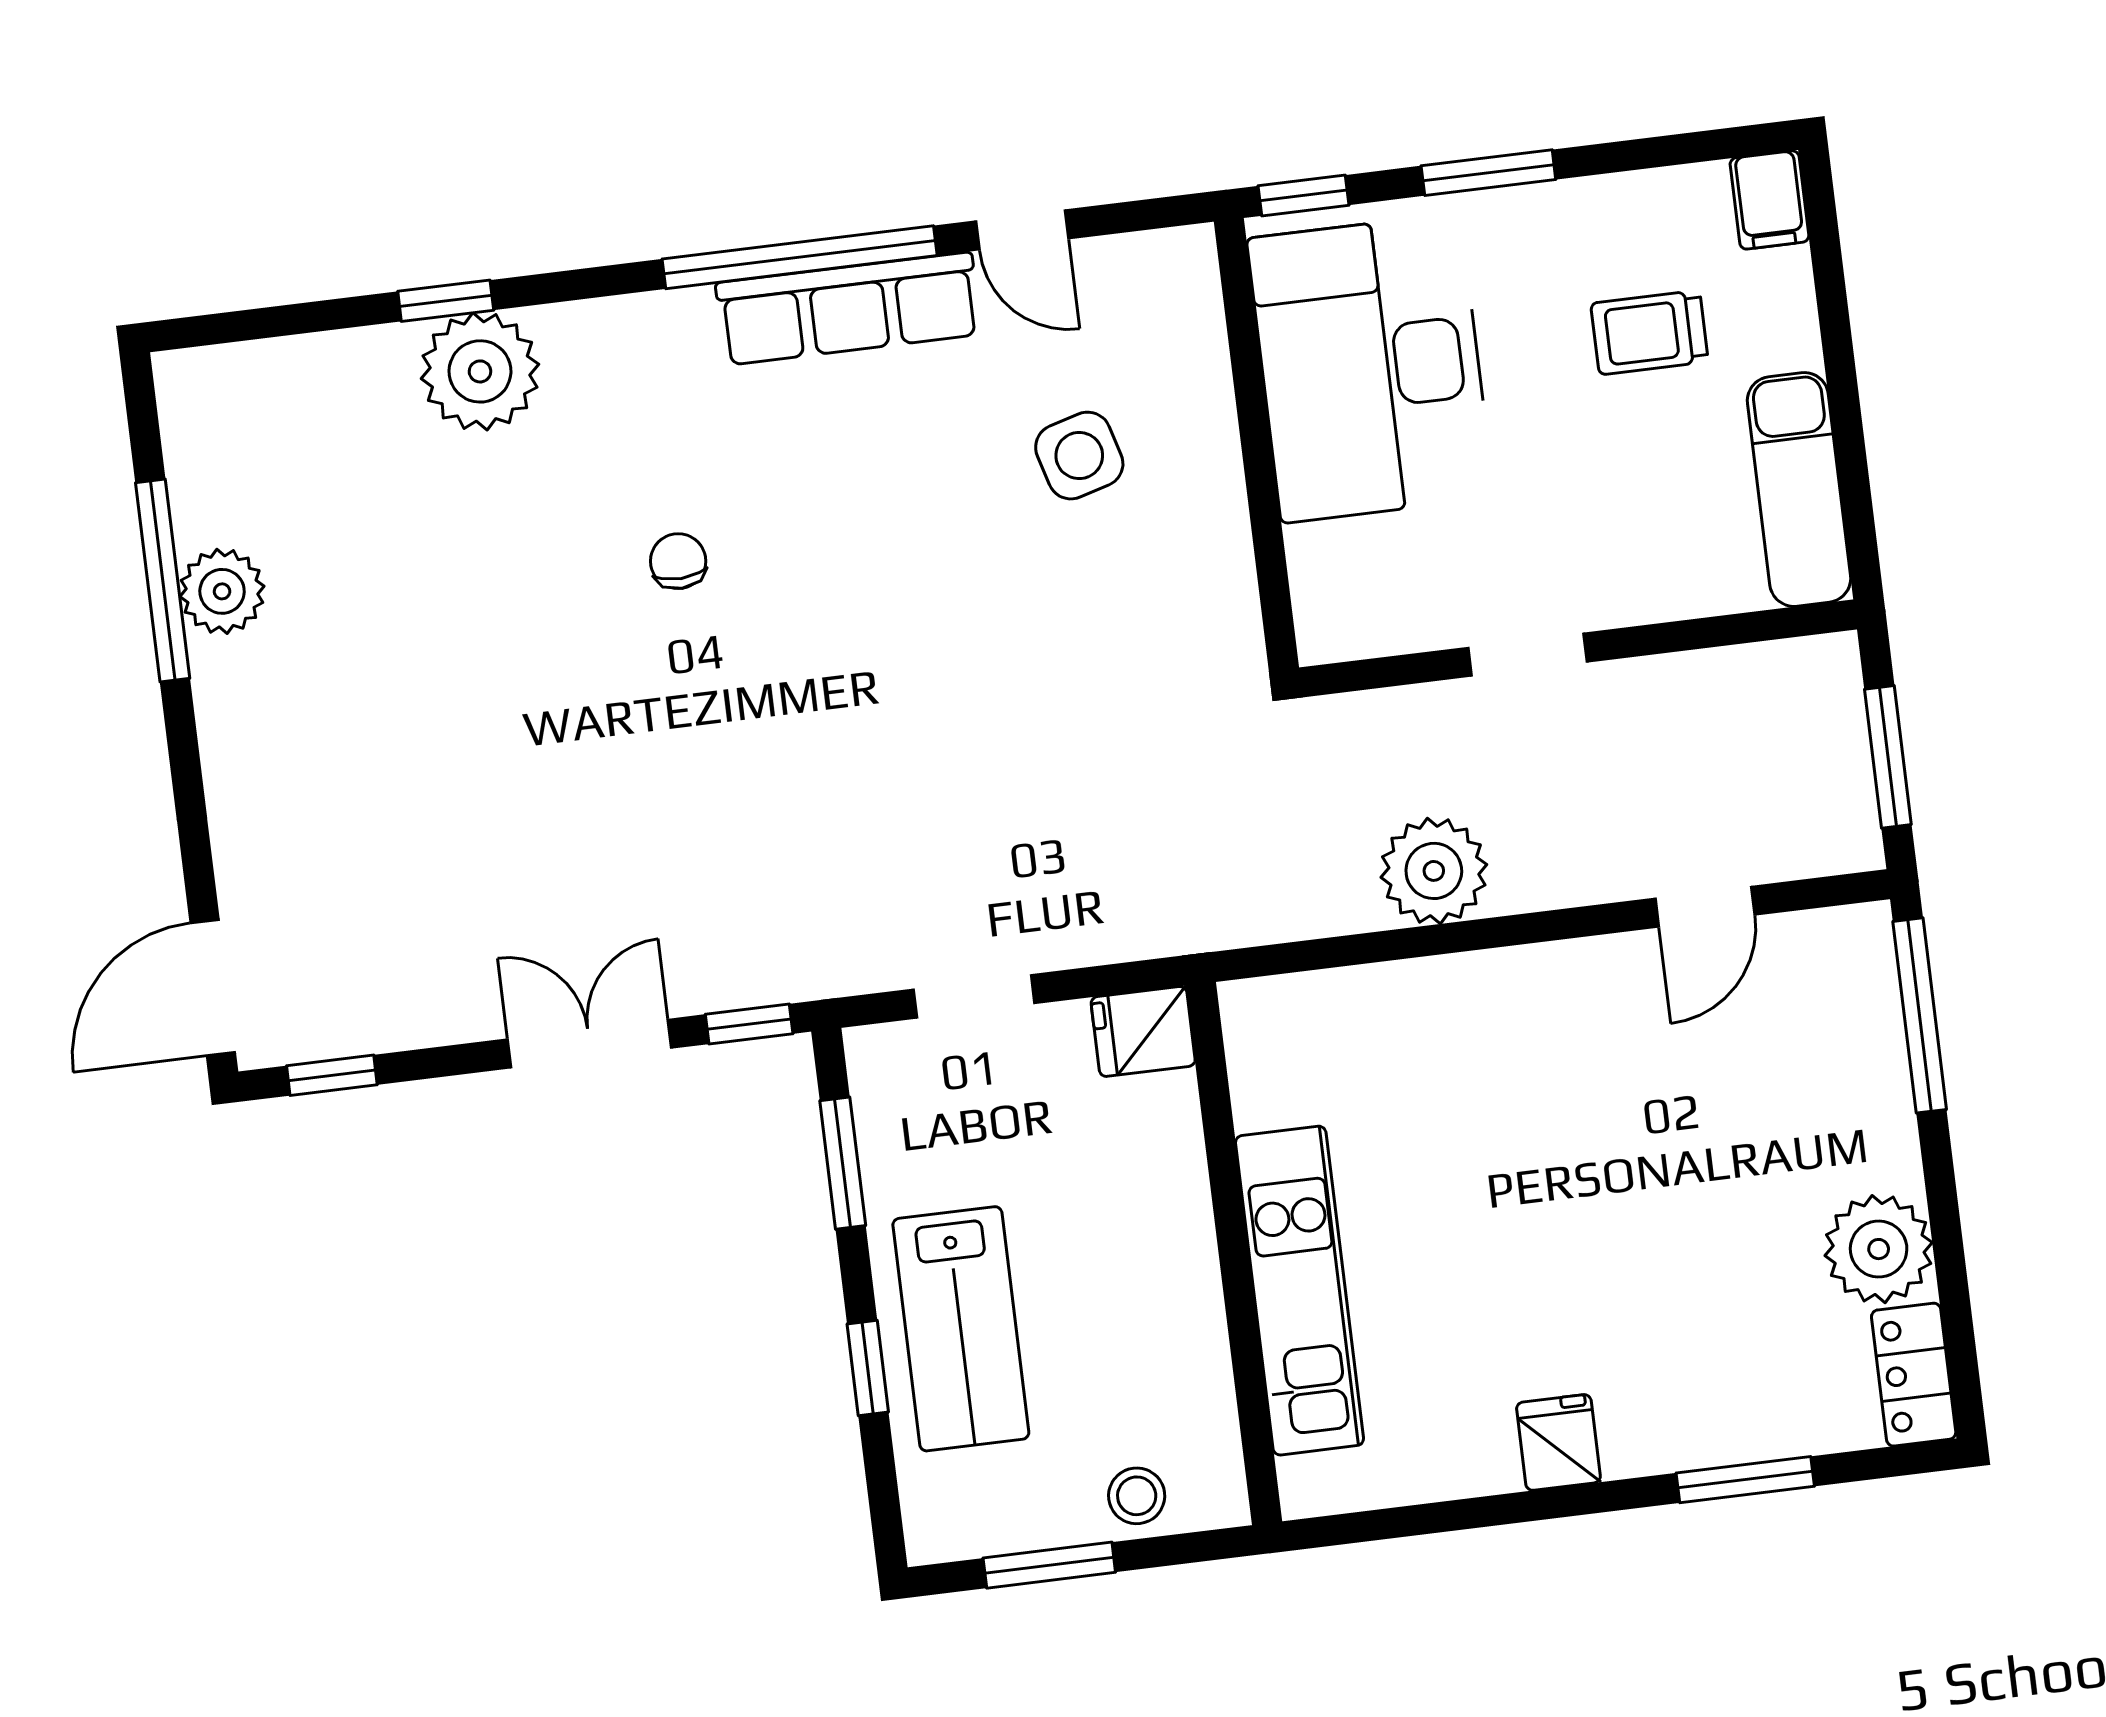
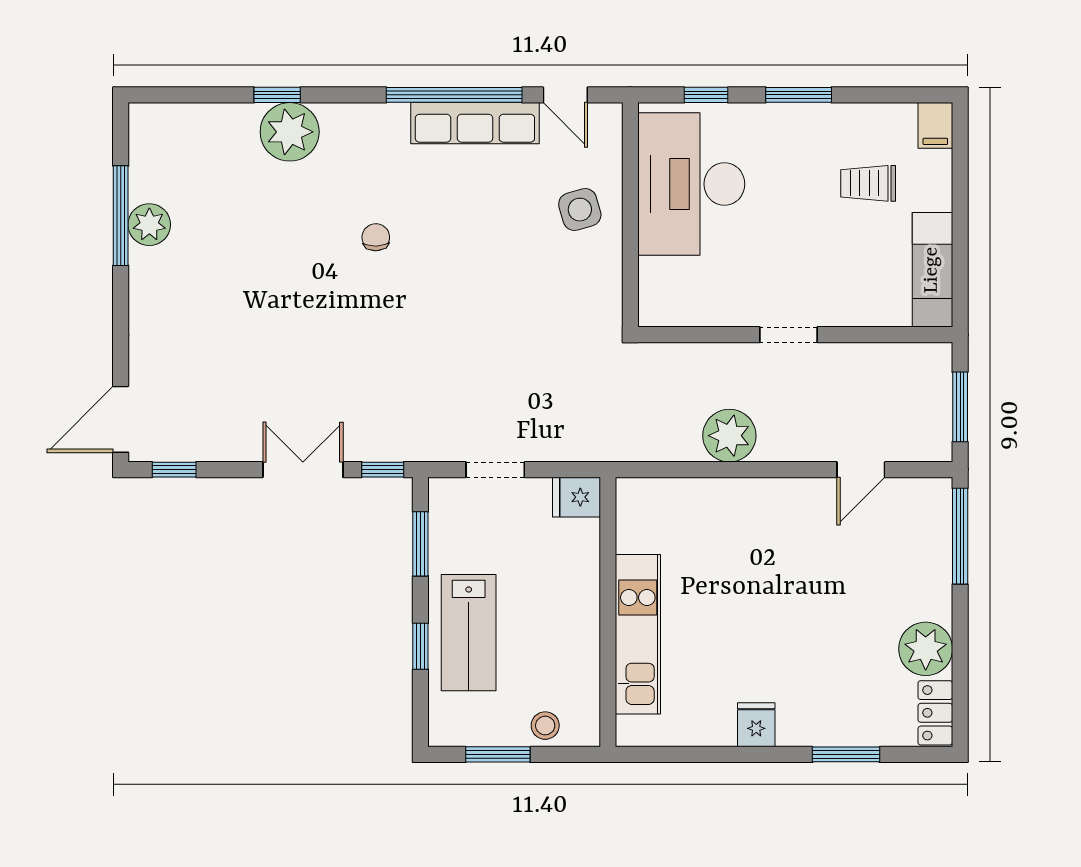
desk: (1371, 368) -> (691, 184), moved
wall: (1256, 445) -> (630, 215), moved

